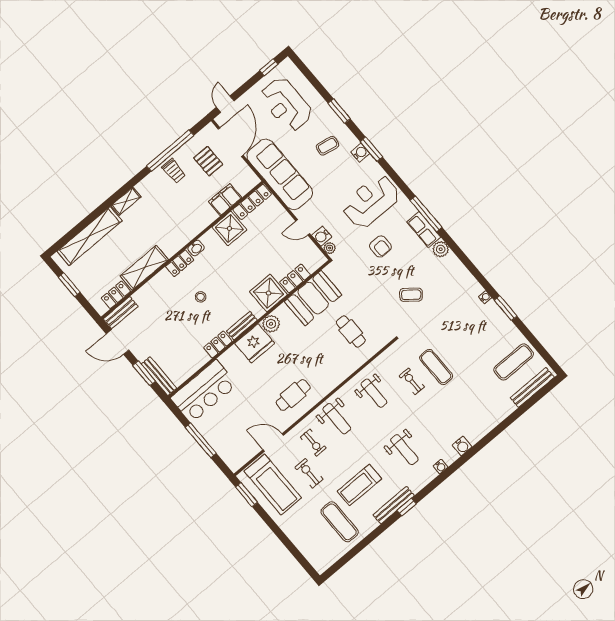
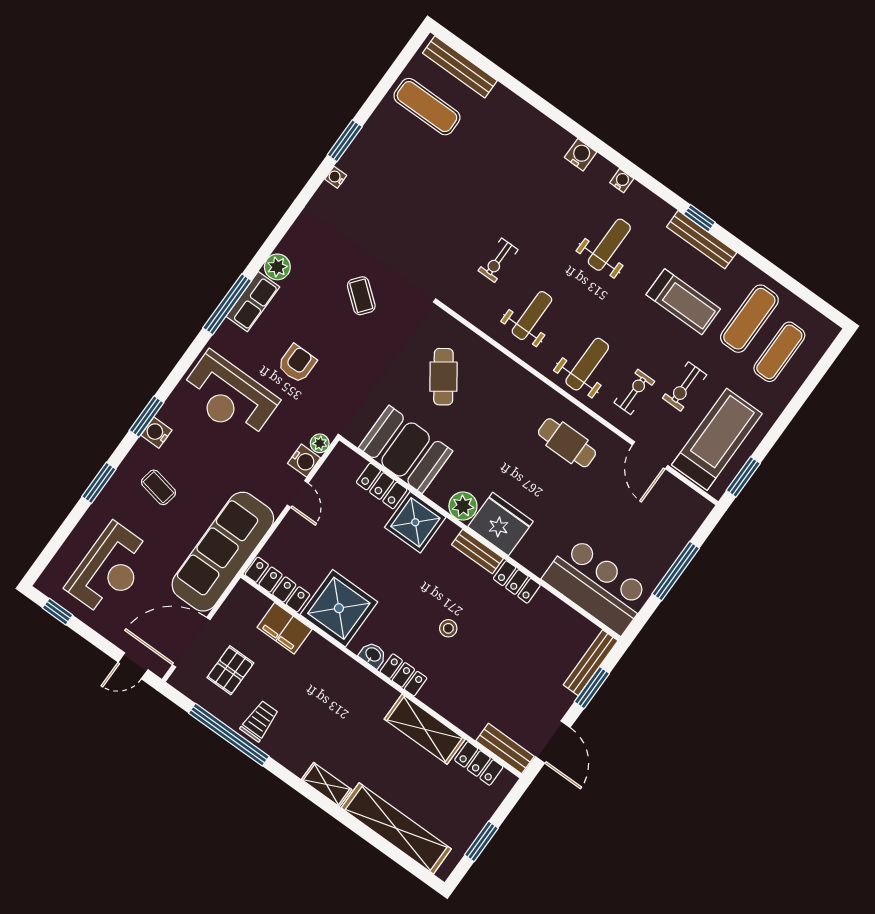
shower: (229, 228) -> (339, 608), width x1.37, depth x1.37
cafe table: (351, 332) -> (443, 377), turned -35
exercise mat: (436, 367) -> (779, 352), moved

